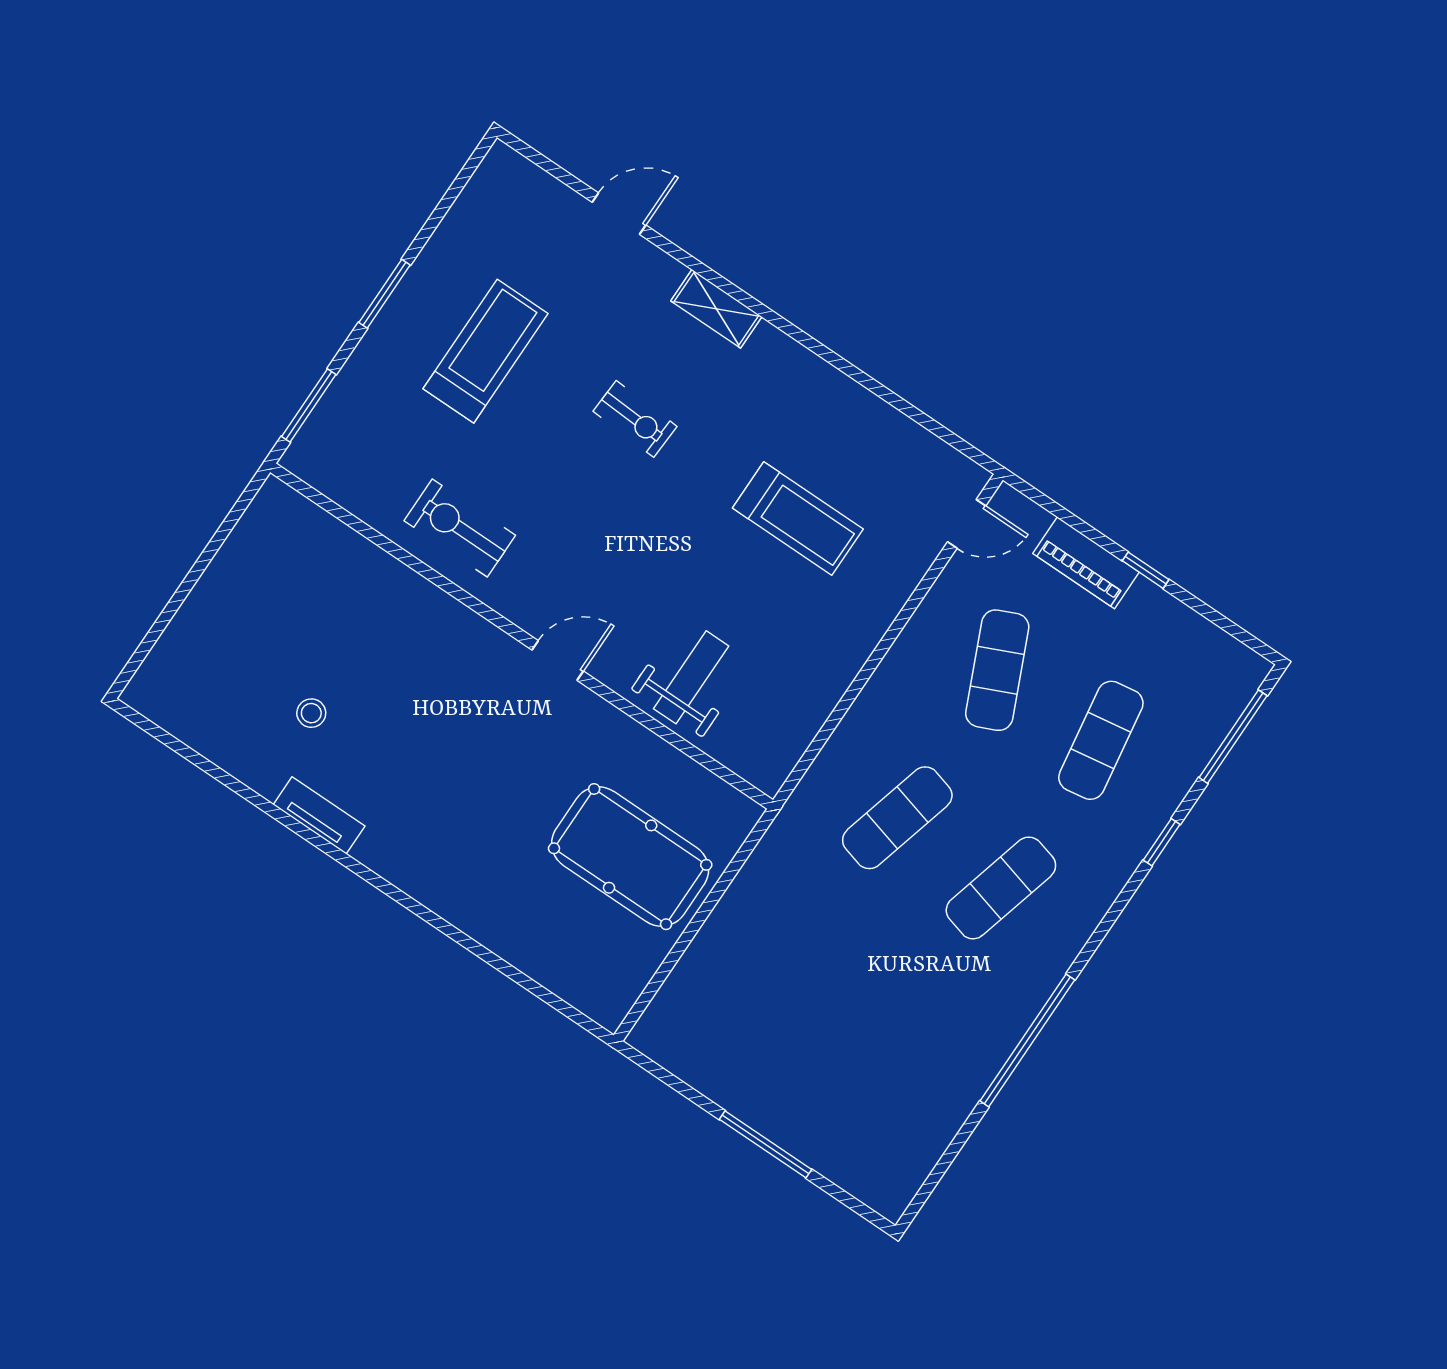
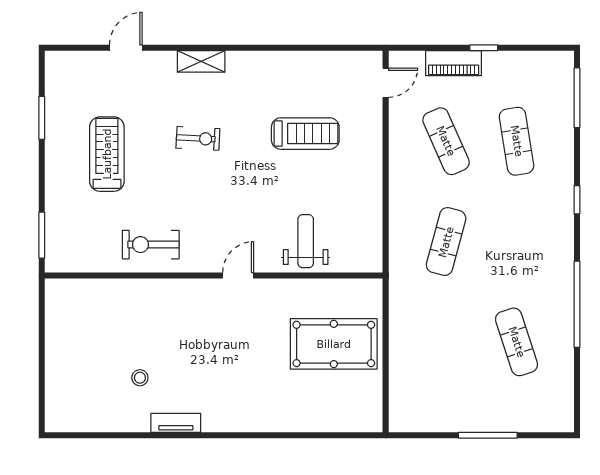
window: (385, 294) -> (42, 118), moved
window: (1162, 842) -> (577, 200), moved
exercise mat: (1001, 888) -> (517, 342), moved, turned -33

